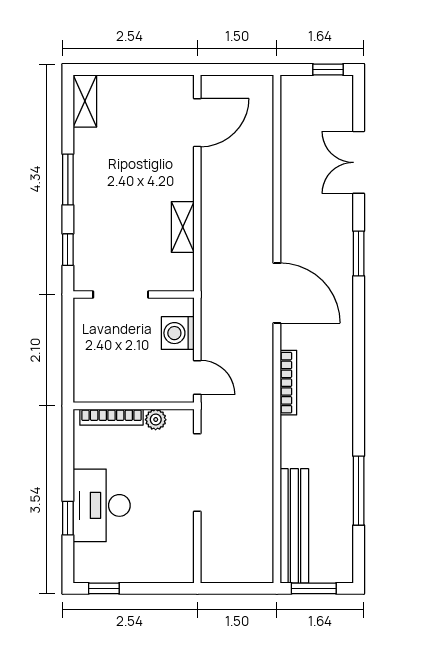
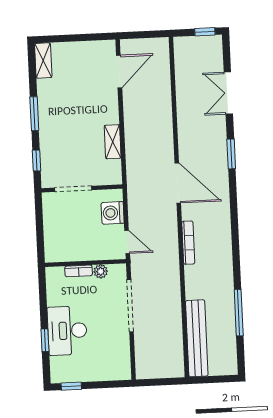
bookcase: (111, 417) -> (79, 271), width x0.64
window: (314, 588) -> (212, 379), removed

